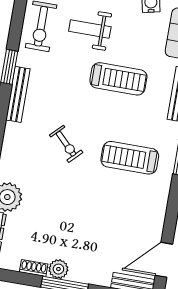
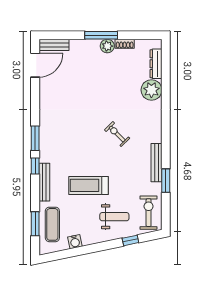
treadmill: (130, 158) -> (71, 132), removed

